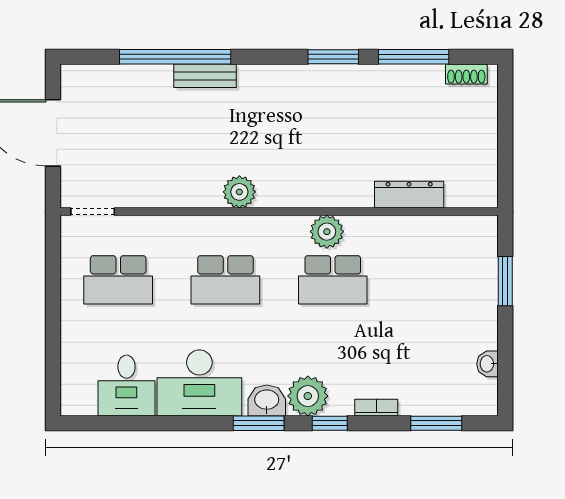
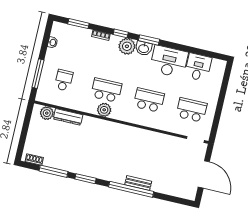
window: (175, 57) -> (131, 189), moved
plant: (239, 192) -> (47, 113), moved
school desk: (440, 280) -> (64, 80), added
window: (505, 281) -> (38, 74), width x1.44

